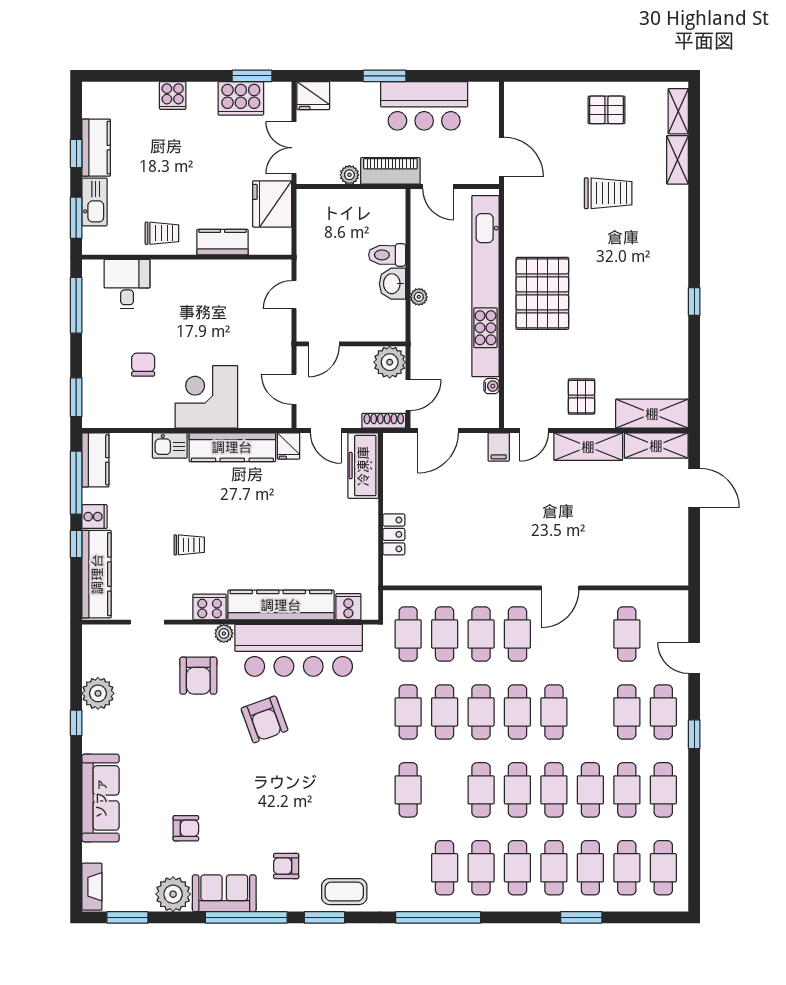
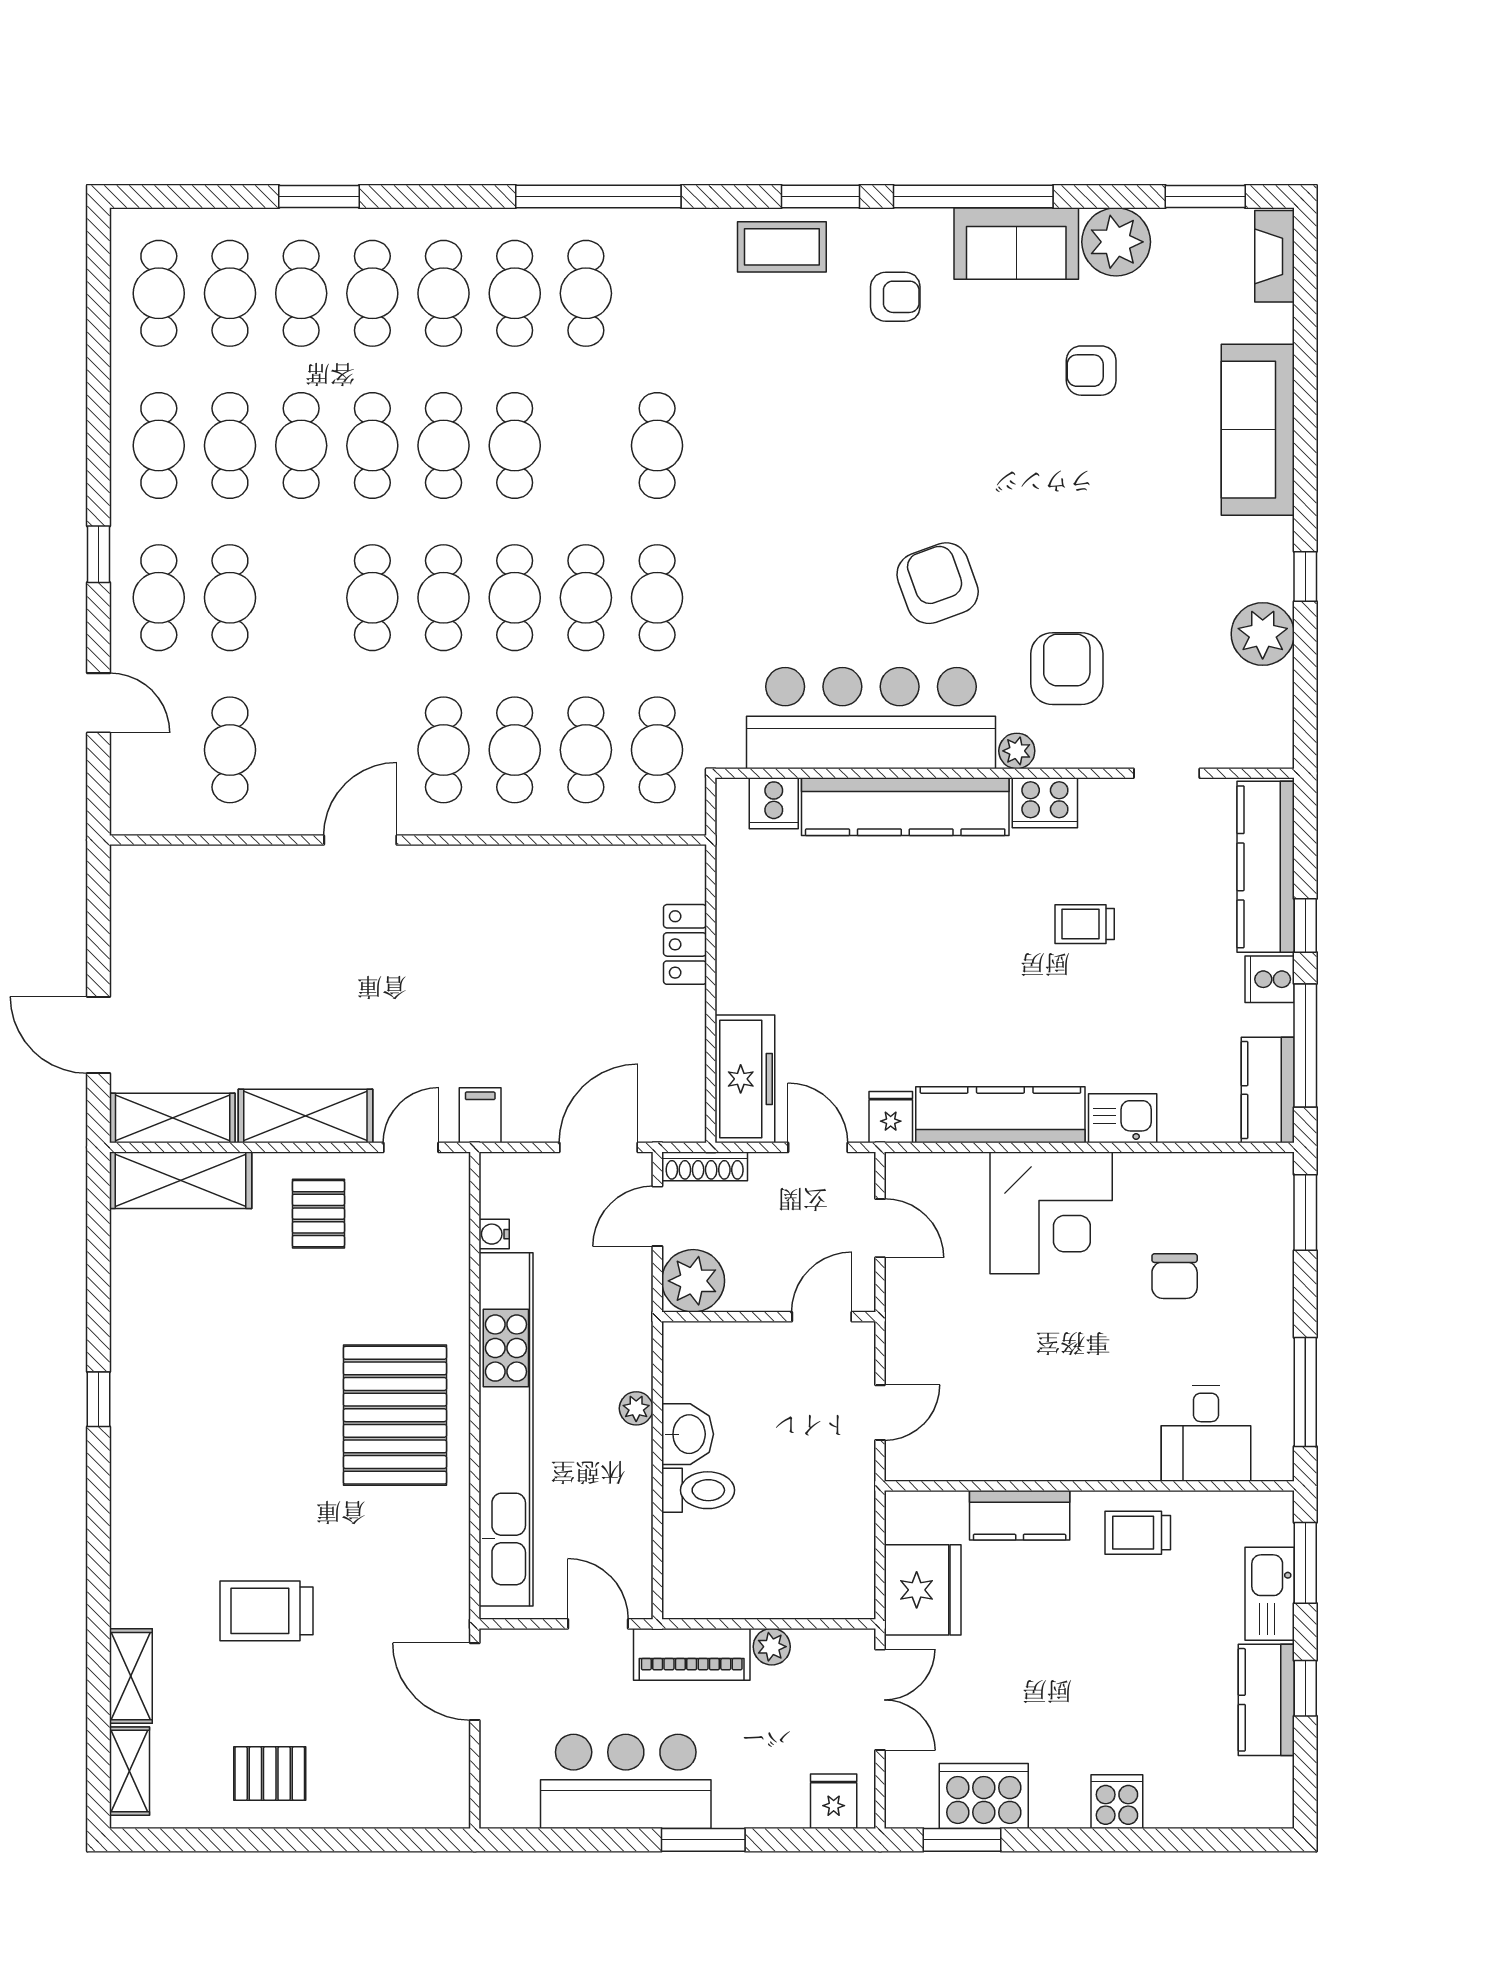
fridge: (313, 96) -> (834, 1801), width x0.72

